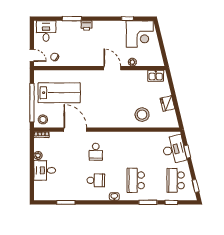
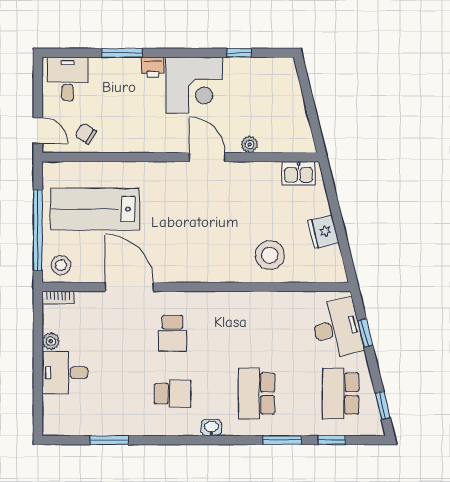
corner desk: (140, 34) -> (194, 85), moved
lab bench: (59, 93) -> (95, 209), turned 180

